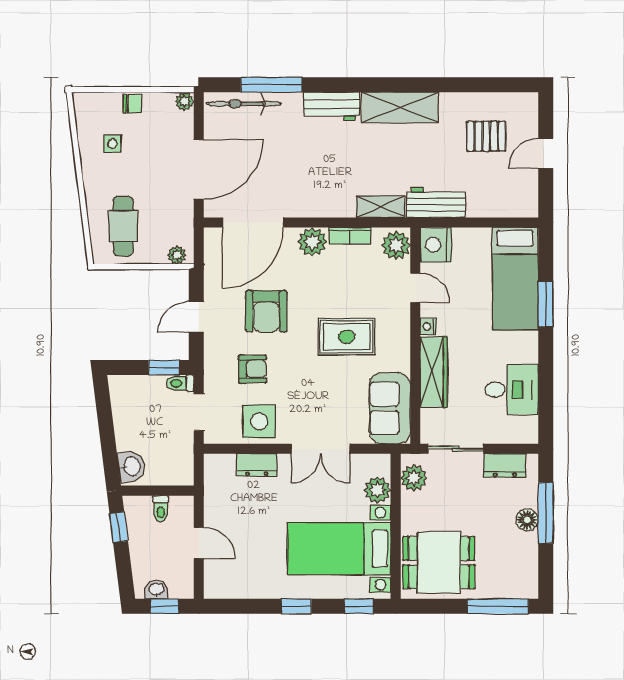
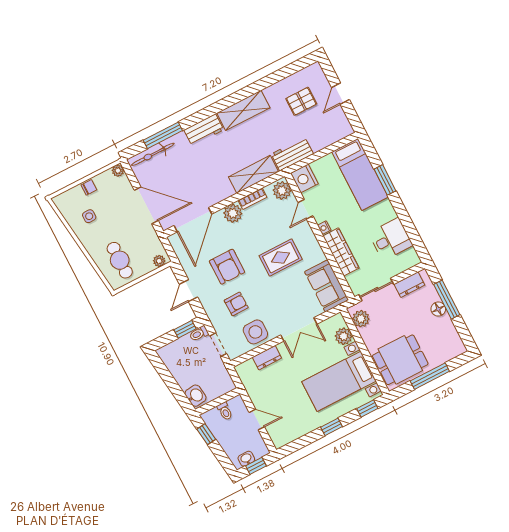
door: (199, 169) -> (146, 205), hinge flipped
shelving: (381, 207) -> (254, 174), width x1.50, depth x1.33
door: (415, 288) -> (305, 209), swing flipped
window: (498, 606) -> (430, 376), moved

